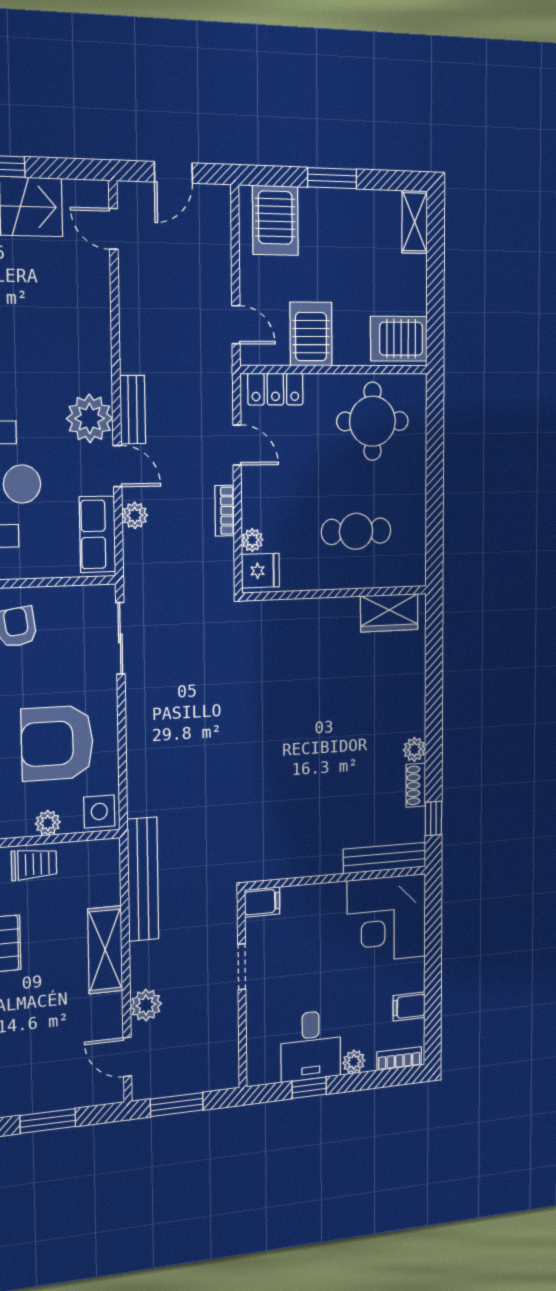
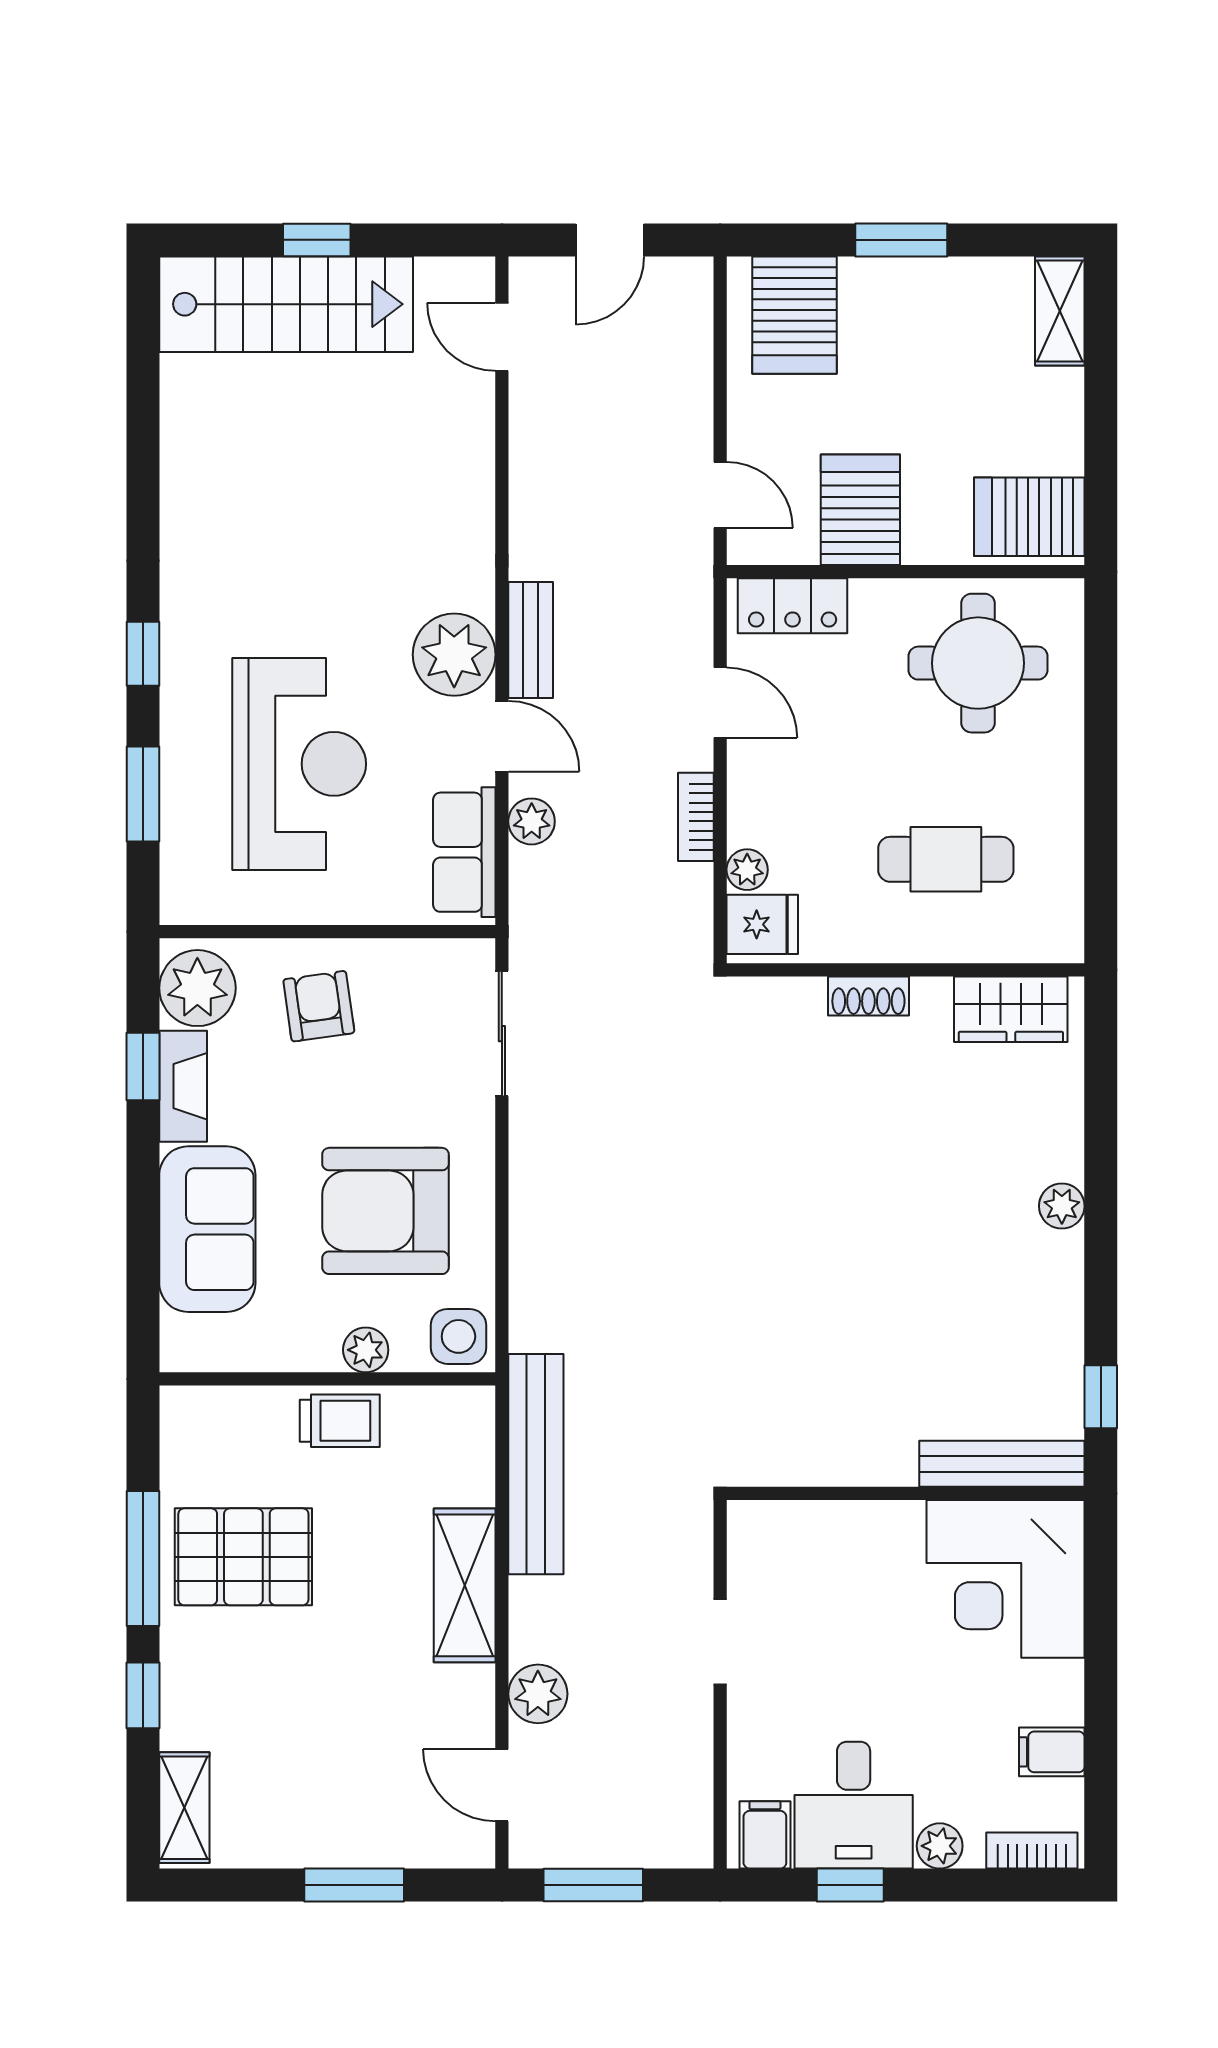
plant: (414, 749) -> (1062, 1206), moved
shoe rack: (416, 785) -> (868, 996), moved, turned -90
filing cabinet: (262, 902) -> (765, 1835), moved, turned -90

